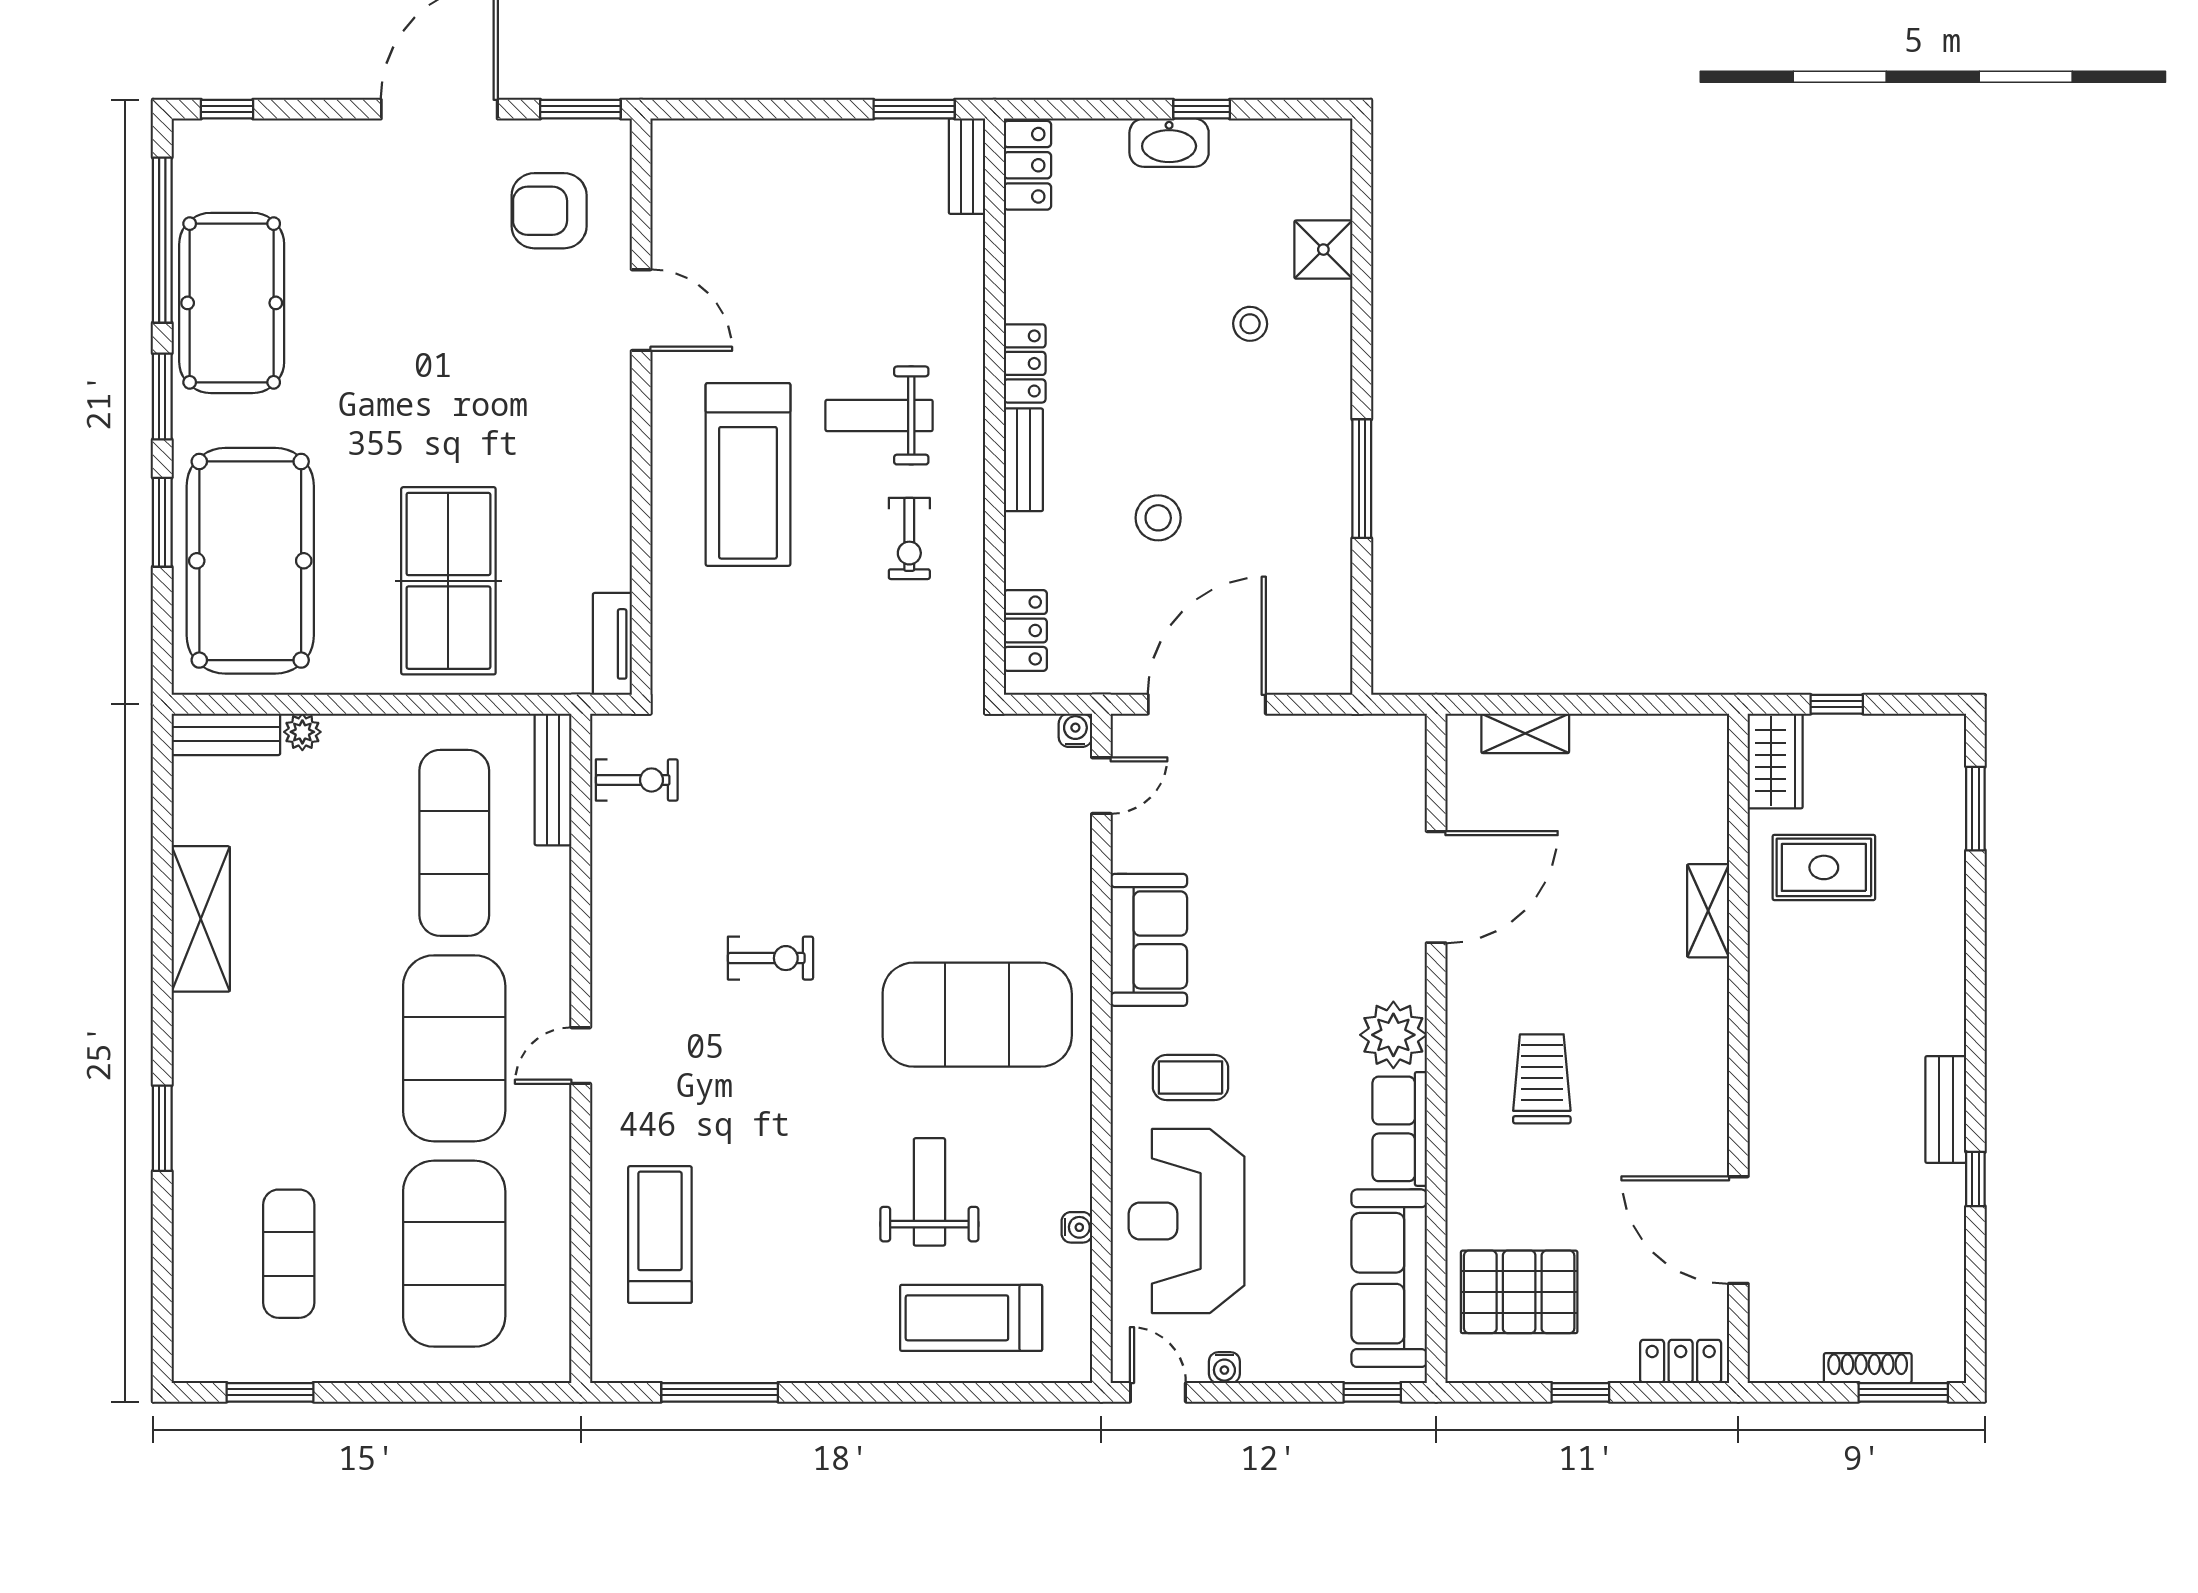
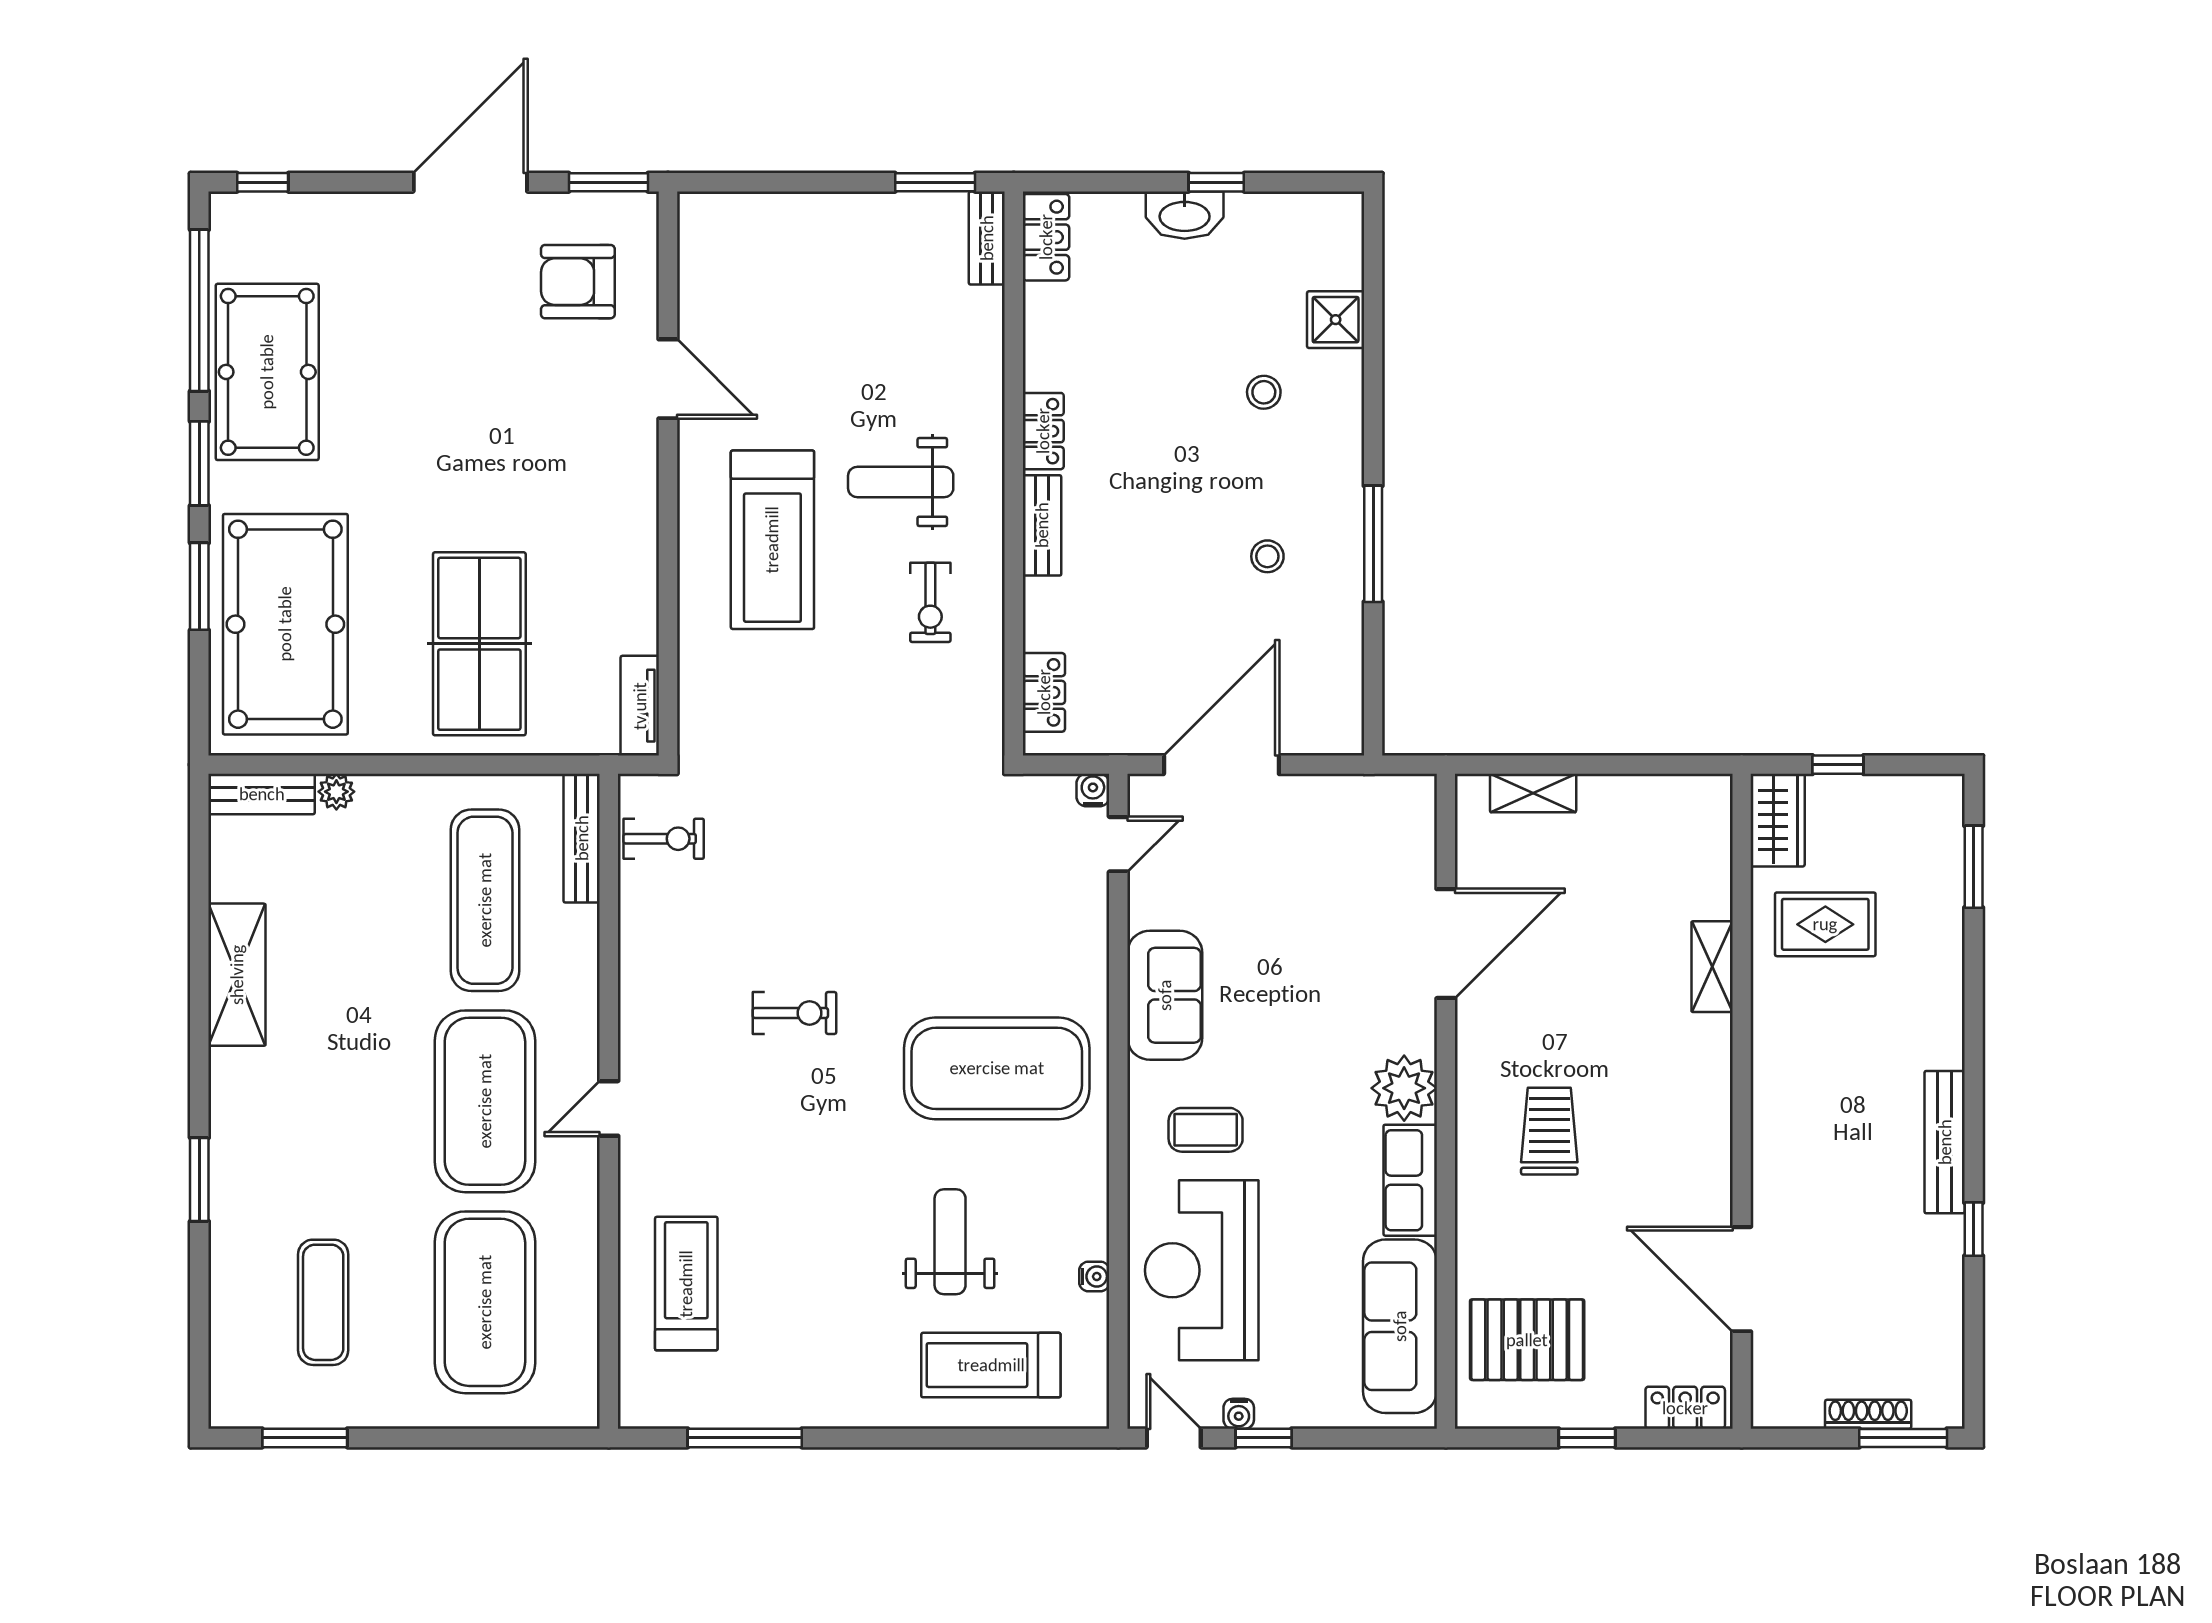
stool: (1158, 518) -> (1267, 556), moved, width x0.73, depth x0.73
bench: (1946, 1109) -> (1945, 1142), width x1.36
window: (1372, 1392) -> (1264, 1438), moved

